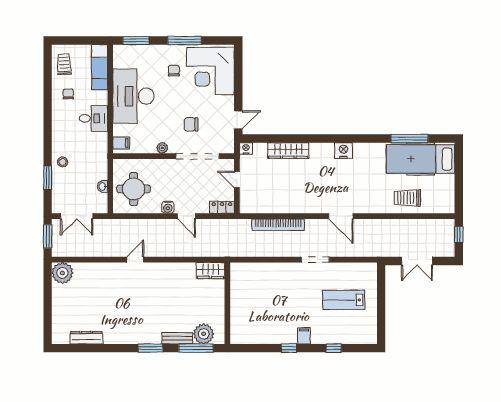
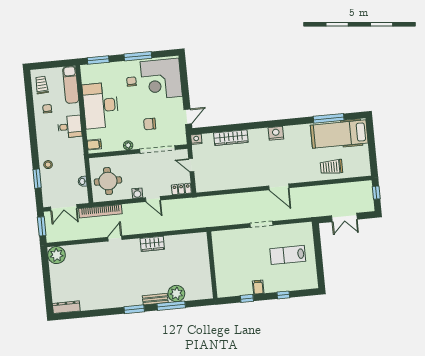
bookcase: (278, 225) -> (100, 211), moved
wardrobe: (210, 271) -> (152, 244), moved
wall: (227, 303) -> (212, 265), moved
dresser: (86, 338) -> (66, 307), moved

